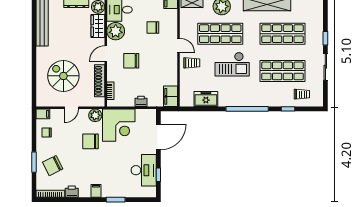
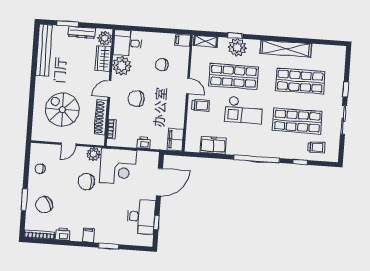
filing cabinet: (43, 114) -> (38, 149), removed

